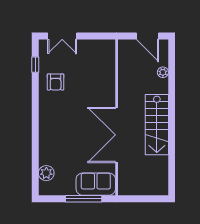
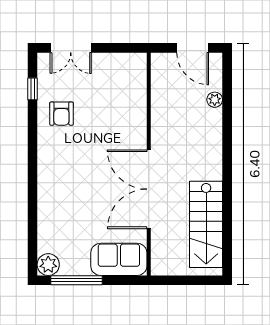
stairs: (157, 125) -> (206, 224), moved
plant: (46, 173) -> (48, 265), moved
window: (84, 199) -> (77, 280), moved

